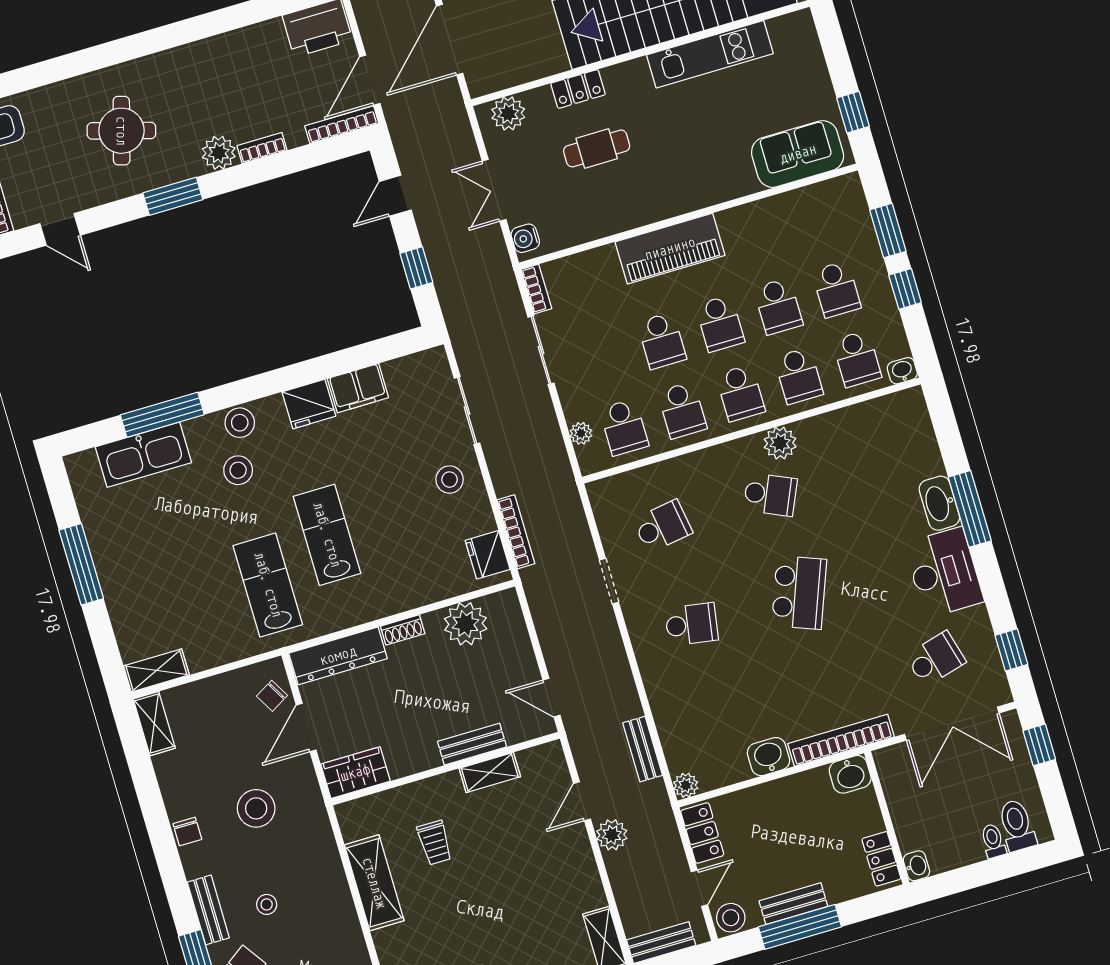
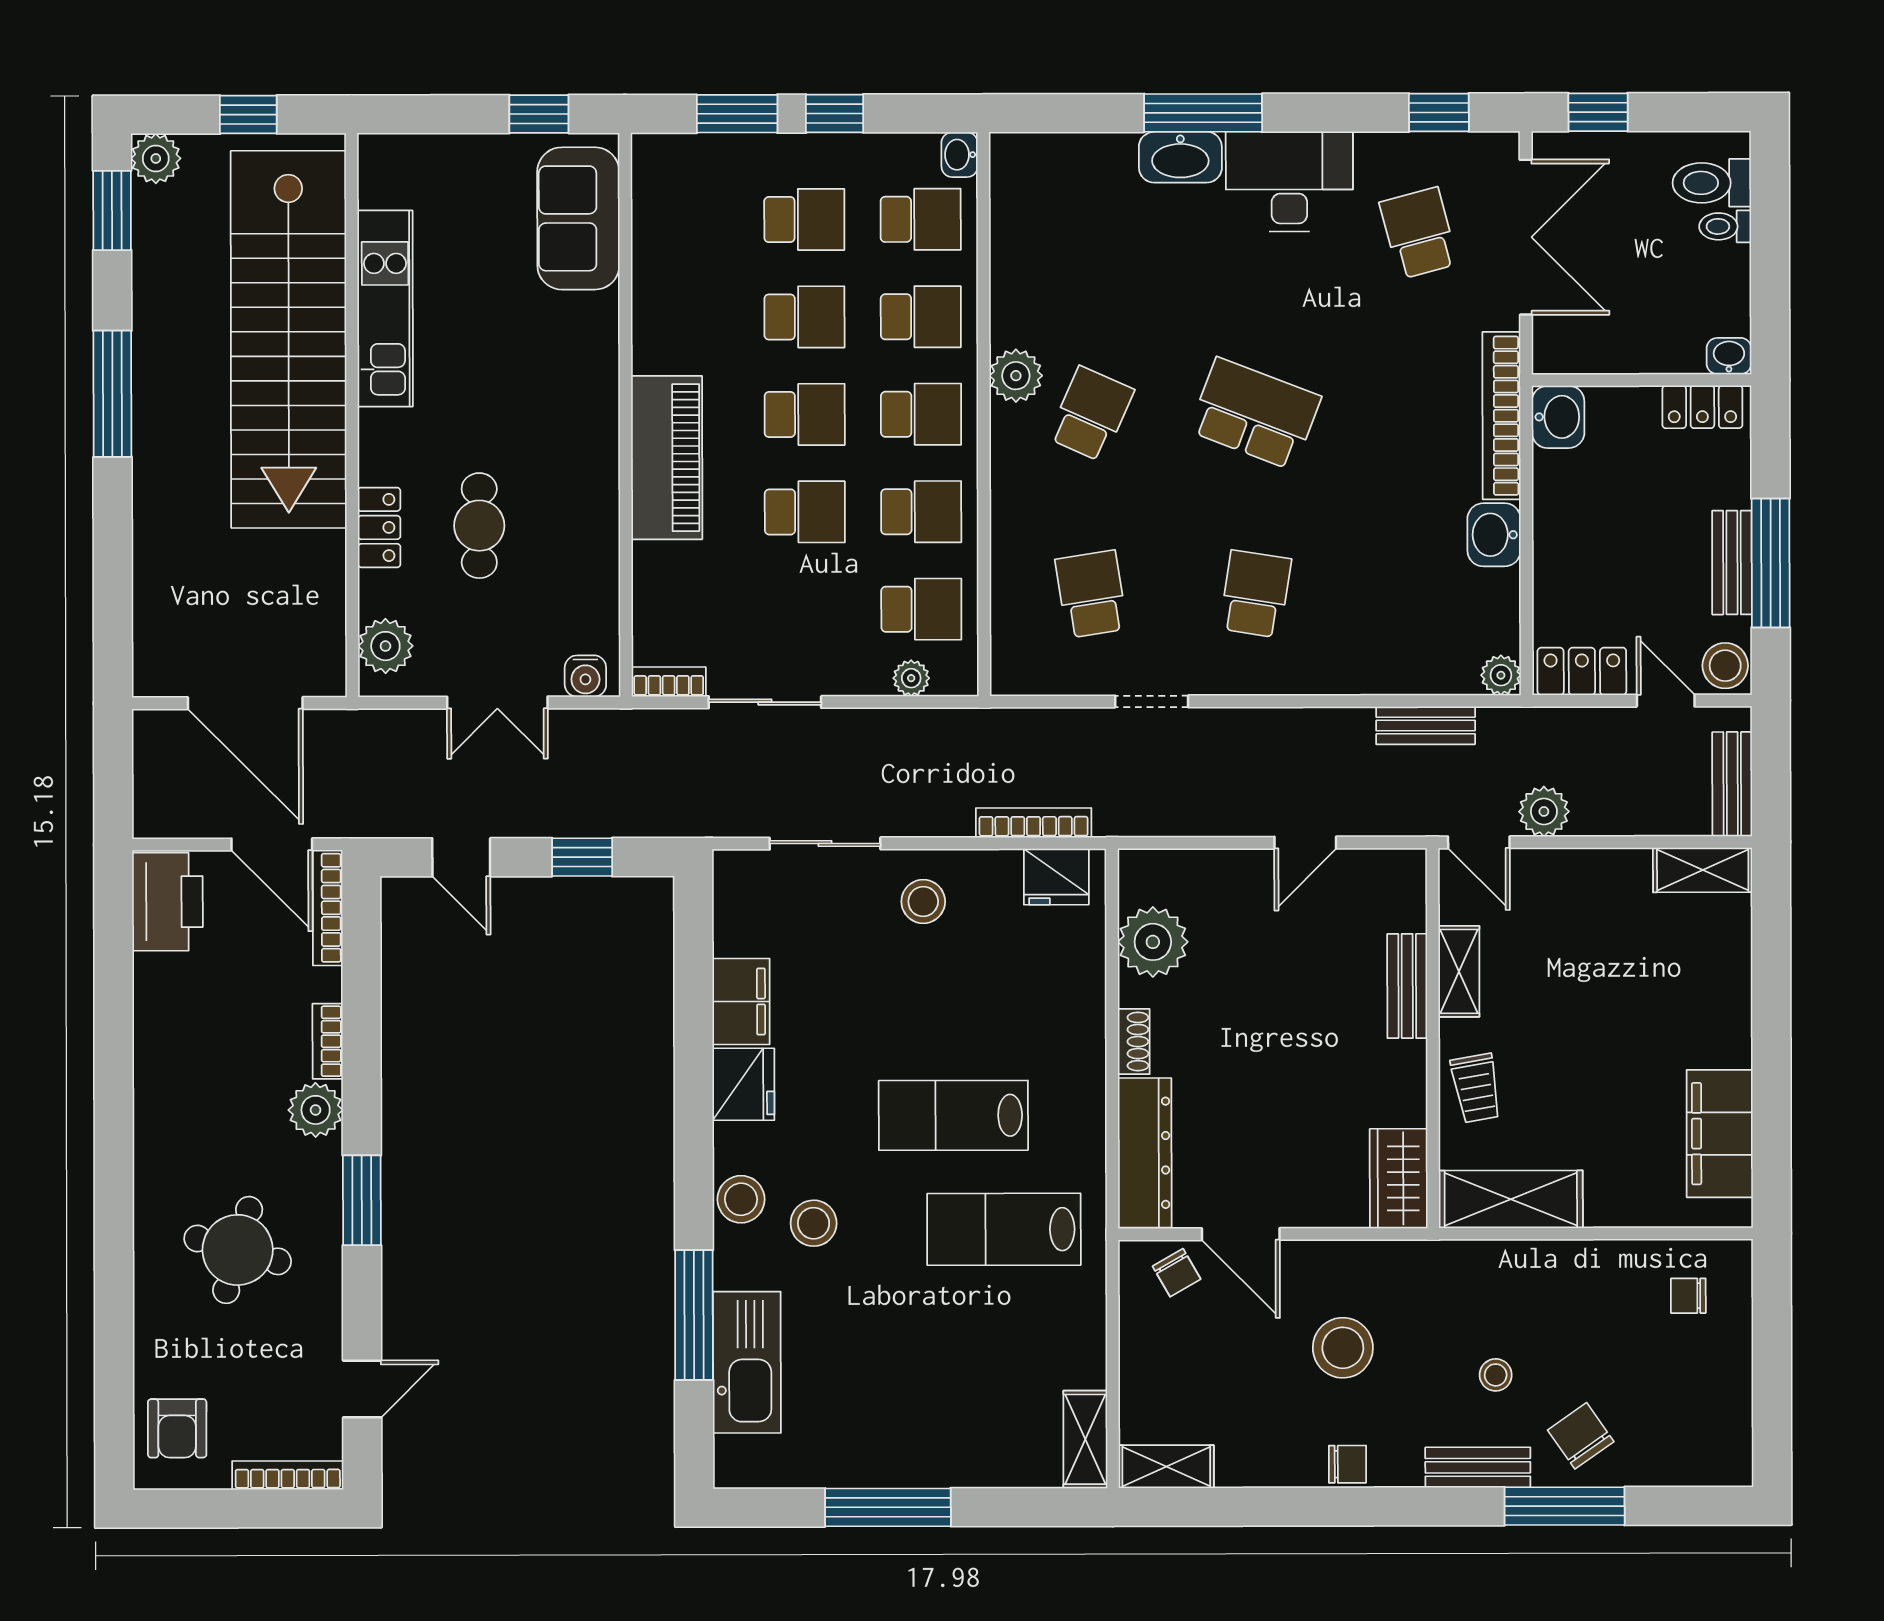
bench: (472, 744) -> (1407, 986), moved
wall: (445, 769) -> (1433, 1038), moved
wardrobe: (355, 773) -> (1399, 1178), moved
shelving: (490, 773) -> (1459, 971), moved
trolley: (435, 843) -> (1476, 1088), turned 80

